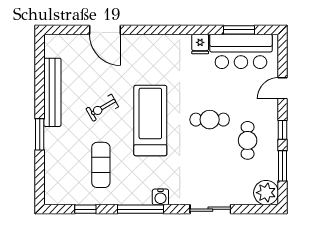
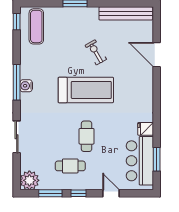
door: (105, 30) -> (157, 55), hinge flipped
bench: (52, 92) -> (126, 13), moved
exercise mat: (101, 165) -> (36, 26), moved, turned 90
water cooler: (160, 197) -> (26, 86), moved
window: (85, 209) -> (17, 22), moved

